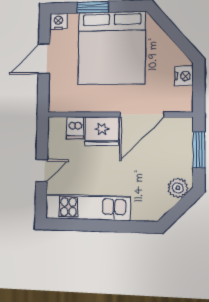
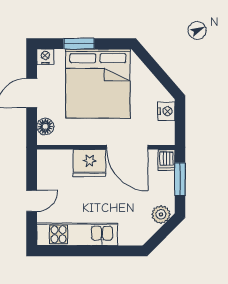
floor lamp: (57, 93) -> (45, 126), added
door: (142, 115) -> (127, 147), hinge flipped
dishwasher: (75, 128) -> (167, 160), moved

